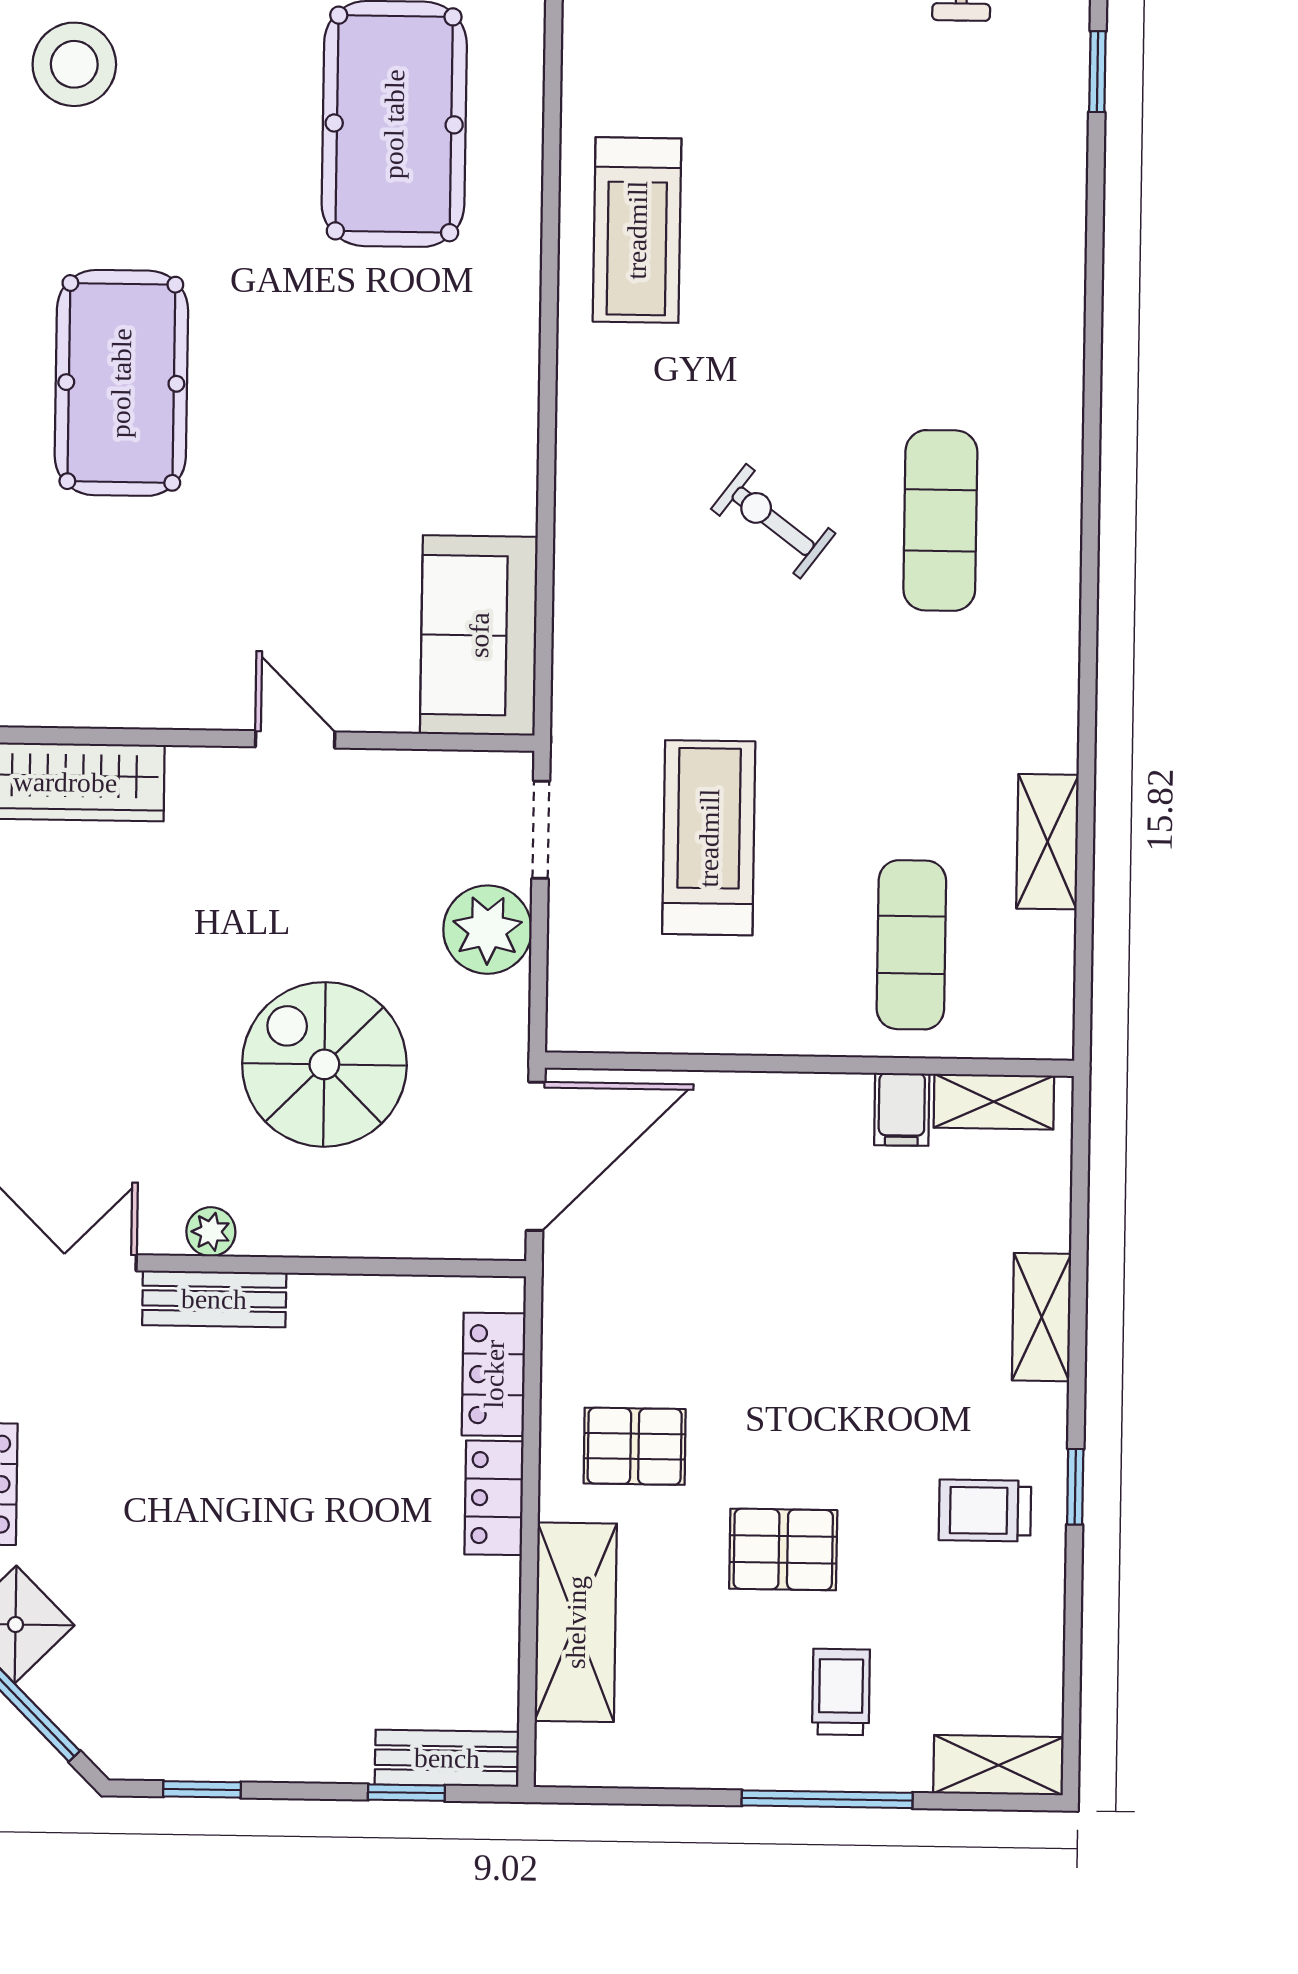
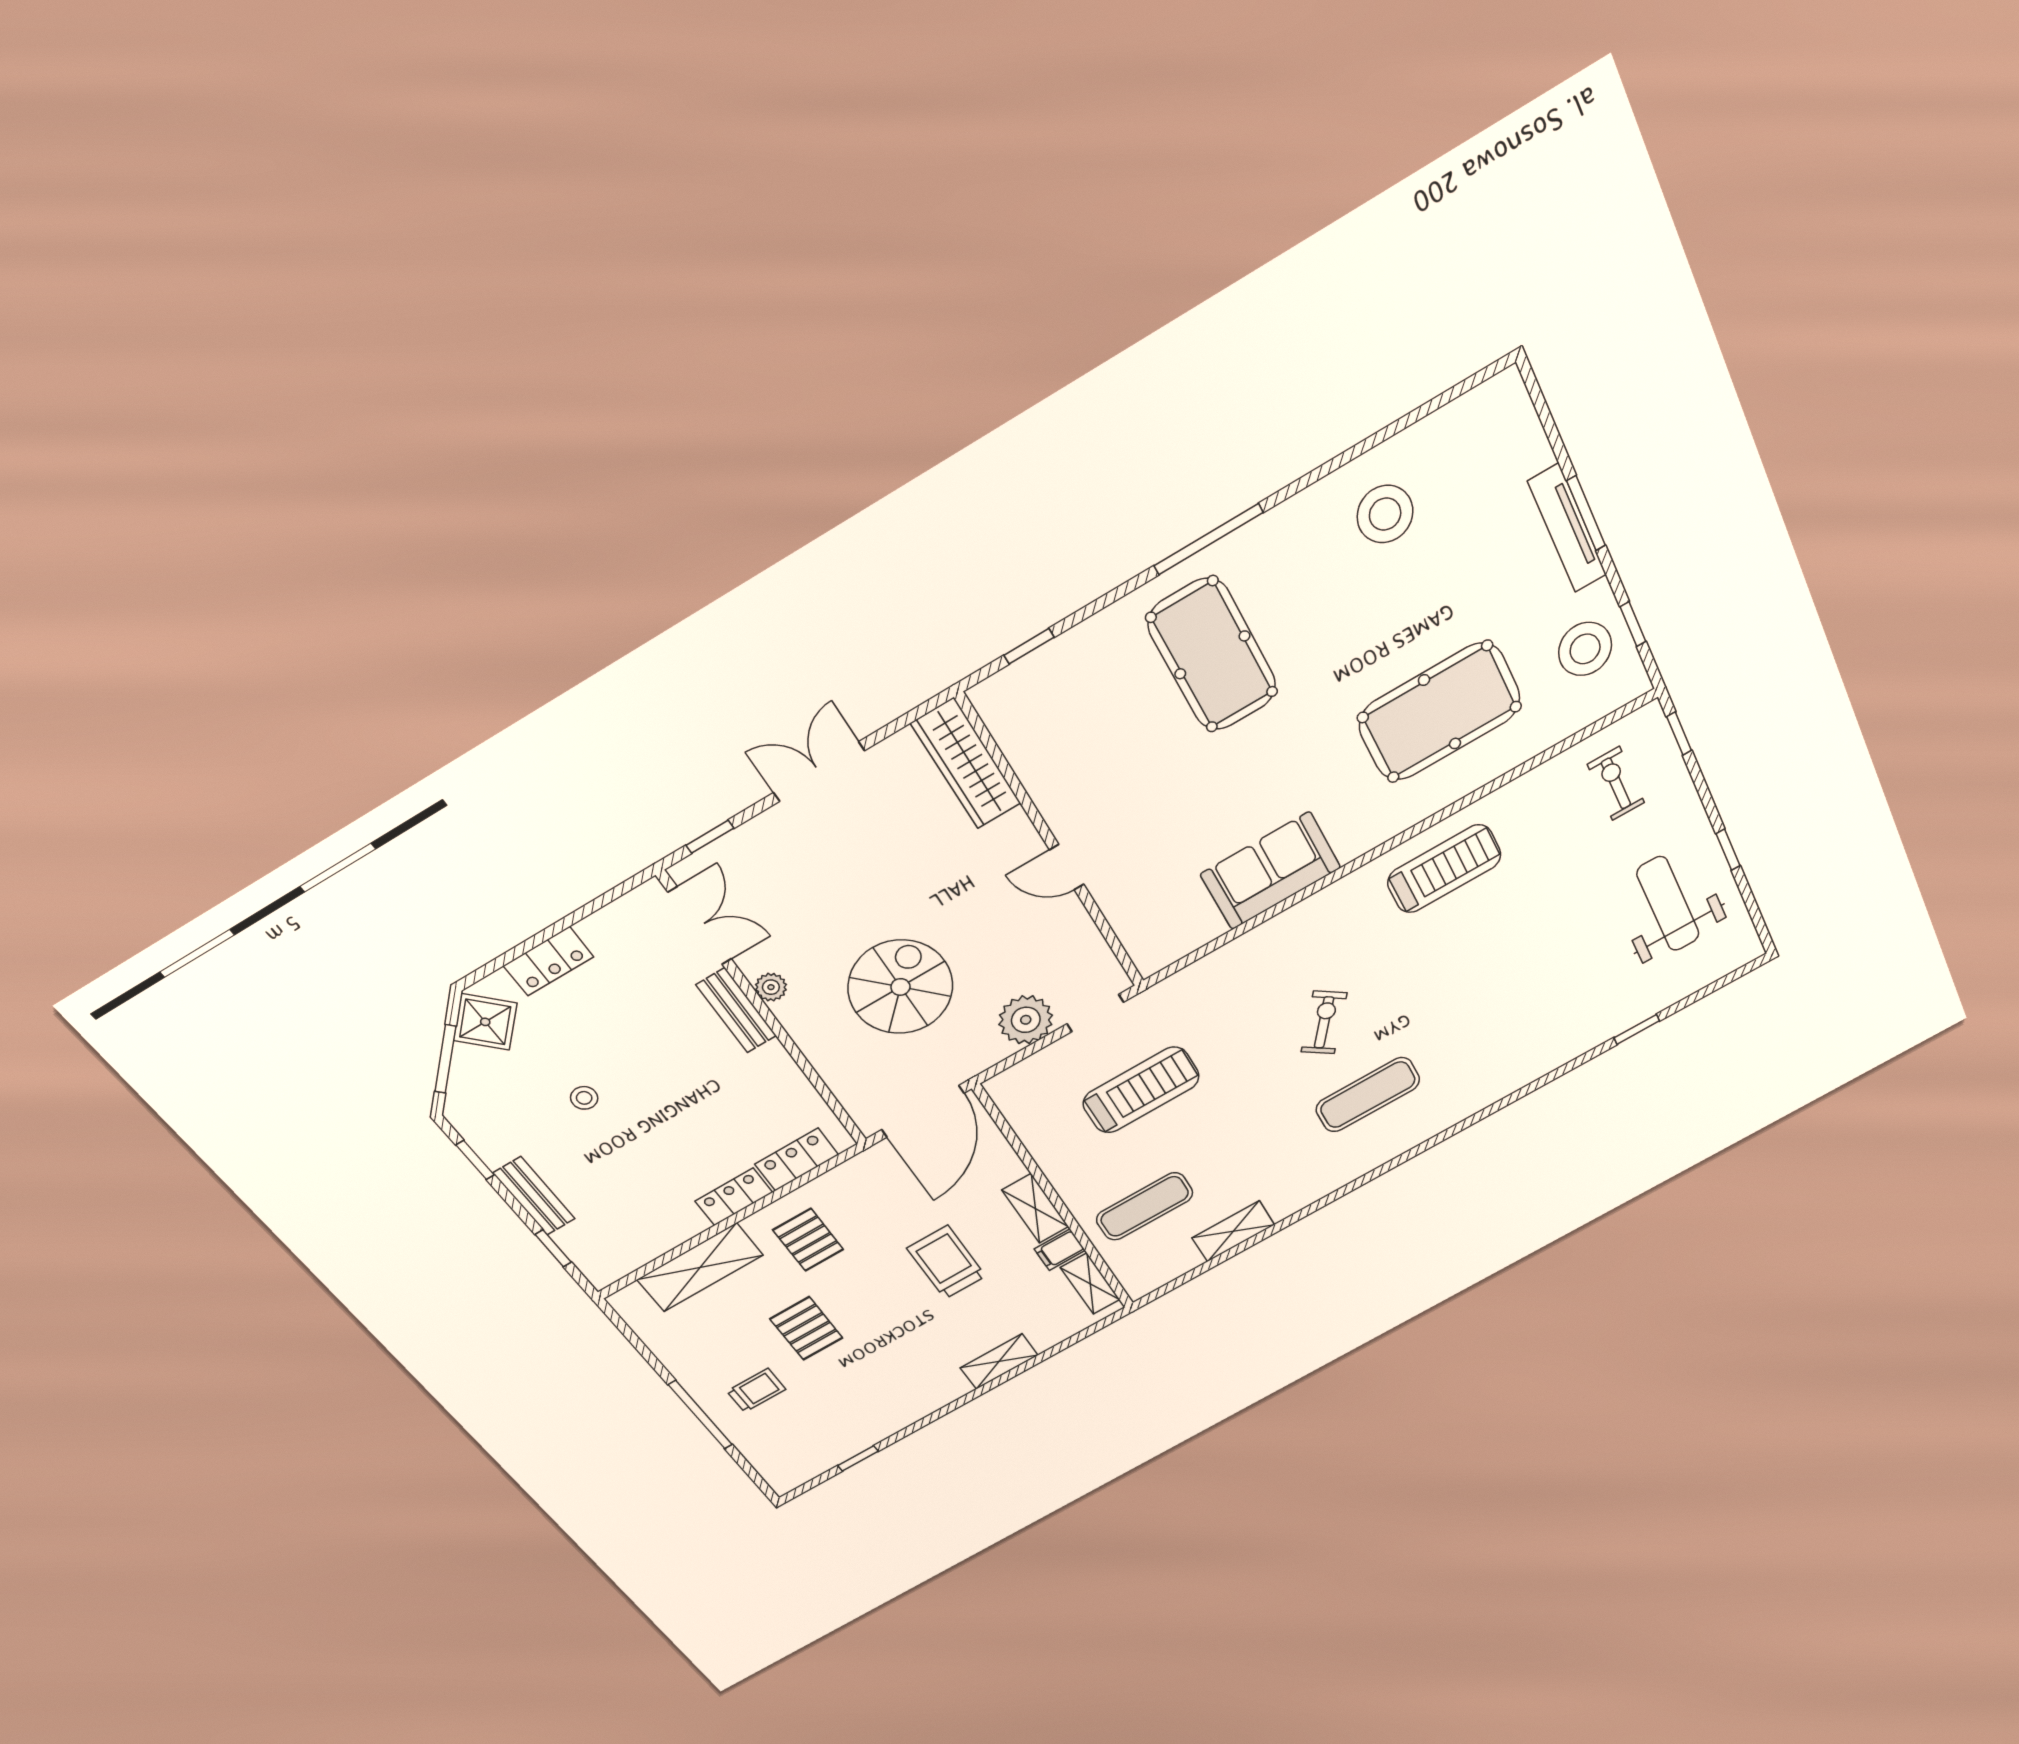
treadmill: (637, 230) -> (1444, 869), turned 180
pool table: (121, 383) -> (1212, 655), turned 90
sofa: (479, 635) -> (1271, 871), moved
door: (295, 739) -> (1067, 867), swing flipped
door: (536, 1156) -> (923, 1111), hinge flipped
window: (1075, 1487) -> (858, 1458), moved
trolley: (985, 1511) -> (946, 1262), moved, width x1.36, depth x1.39
stool: (208, 1583) -> (584, 1098), added
bench: (447, 1758) -> (534, 1196), moved
shelving: (998, 1765) -> (1035, 1208), moved

